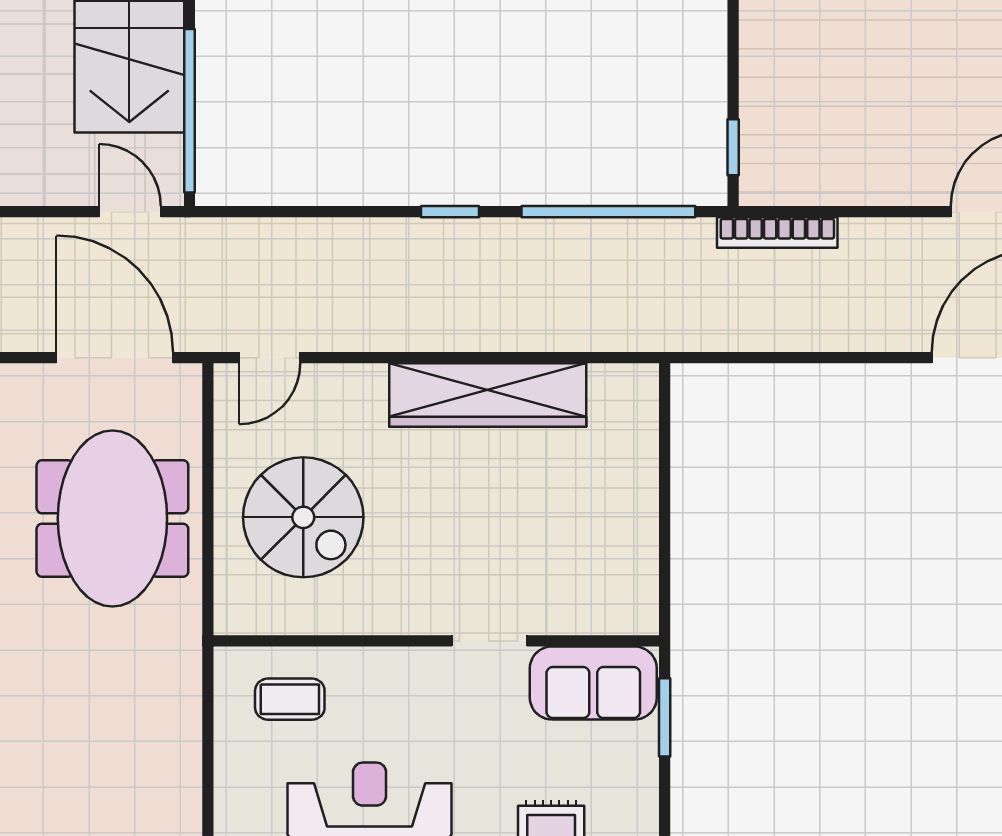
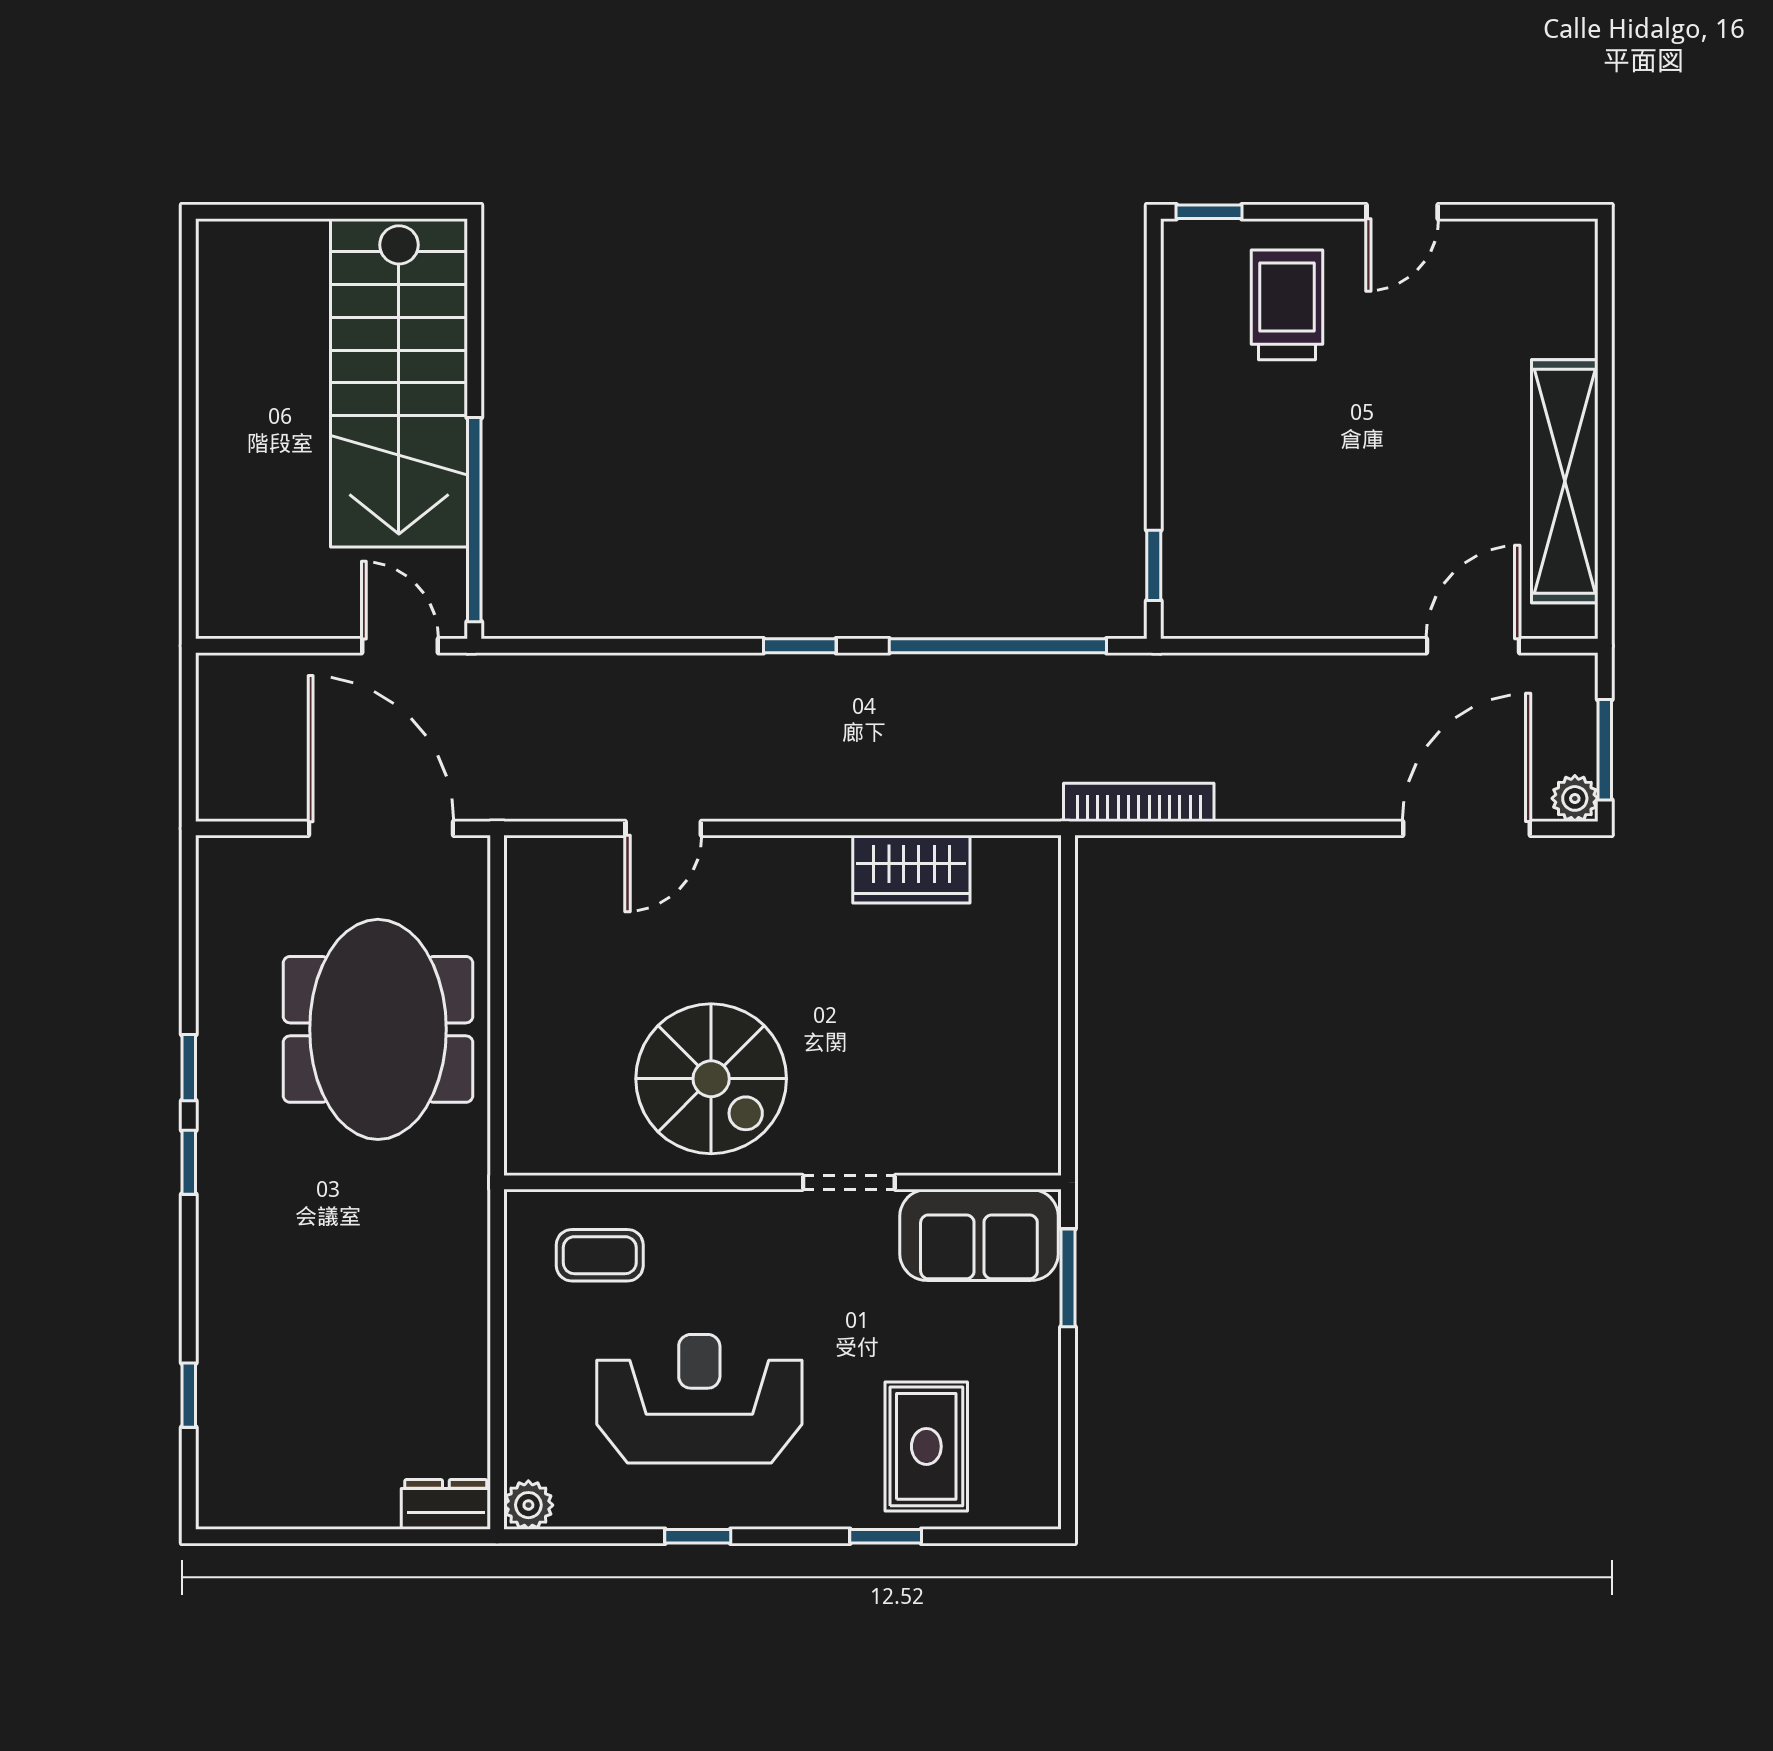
bookcase: (777, 232) -> (1139, 802), moved, turned 180
door: (270, 358) -> (663, 828), moved
wardrobe: (488, 395) -> (911, 869), width x0.48, depth x0.85
spiral stairs: (303, 517) -> (711, 1079), moved

